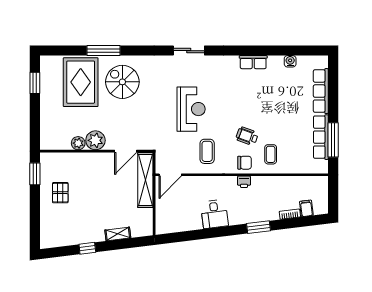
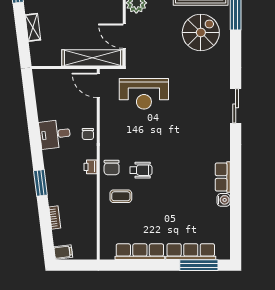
water cooler: (290, 61) -> (224, 200), moved
reception desk: (191, 109) -> (144, 94), moved
wheelchair: (247, 136) -> (141, 170), turned 70
window: (333, 140) -> (199, 265), moved
coffee table: (207, 151) -> (124, 126), removed
chair: (214, 184) -> (88, 134), added
filing cabinet: (306, 208) -> (63, 252), moved

